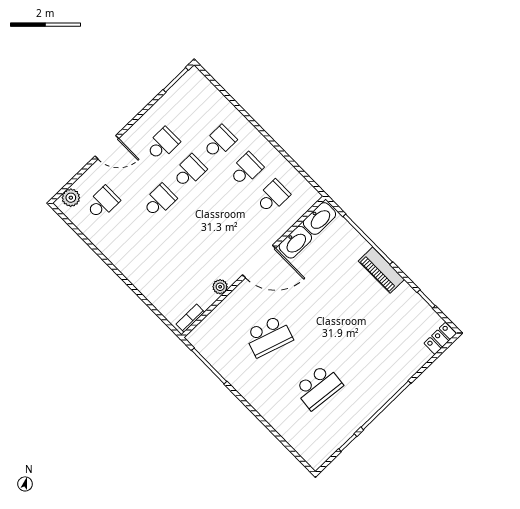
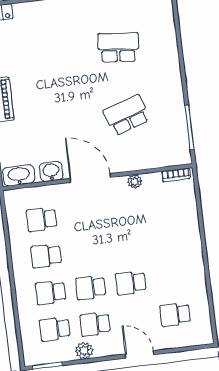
school desk: (193, 115) -> (55, 329), added
plant: (71, 198) -> (84, 351), moved
washbasin: (295, 242) -> (51, 171), width x0.72
school desk: (269, 336) -> (127, 115), turned -36

